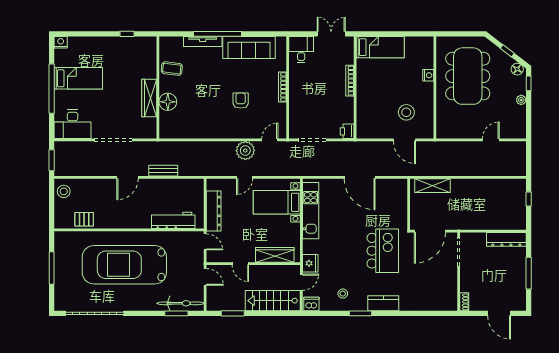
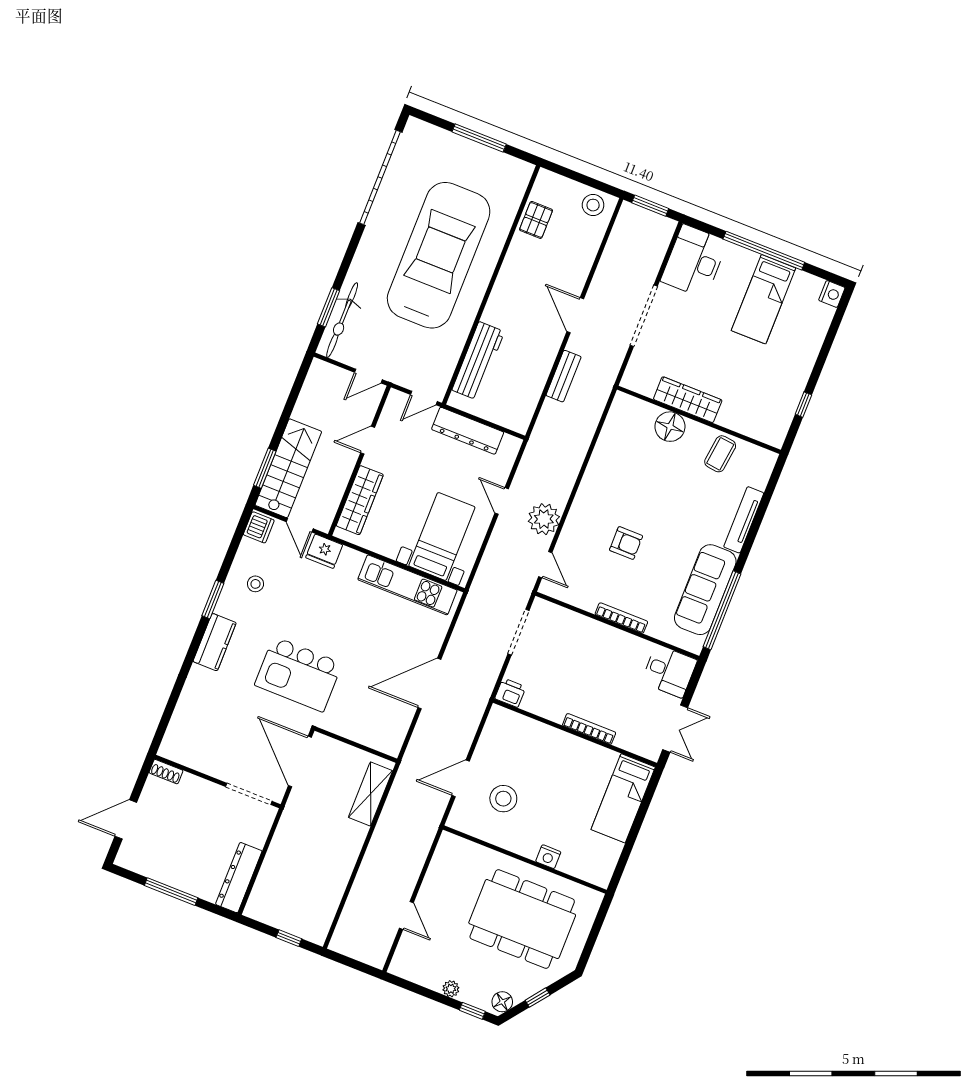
window: (218, 34) -> (722, 610), moved
window: (233, 313) -> (265, 468), moved

